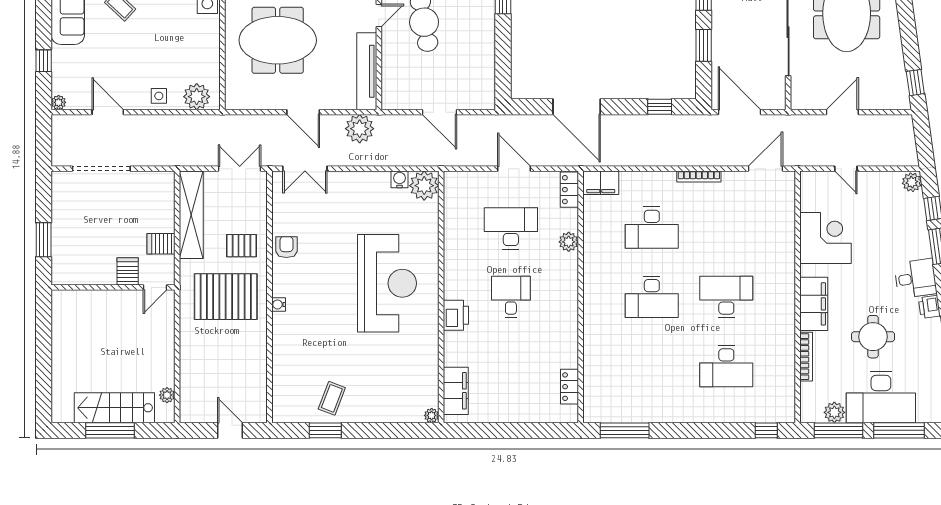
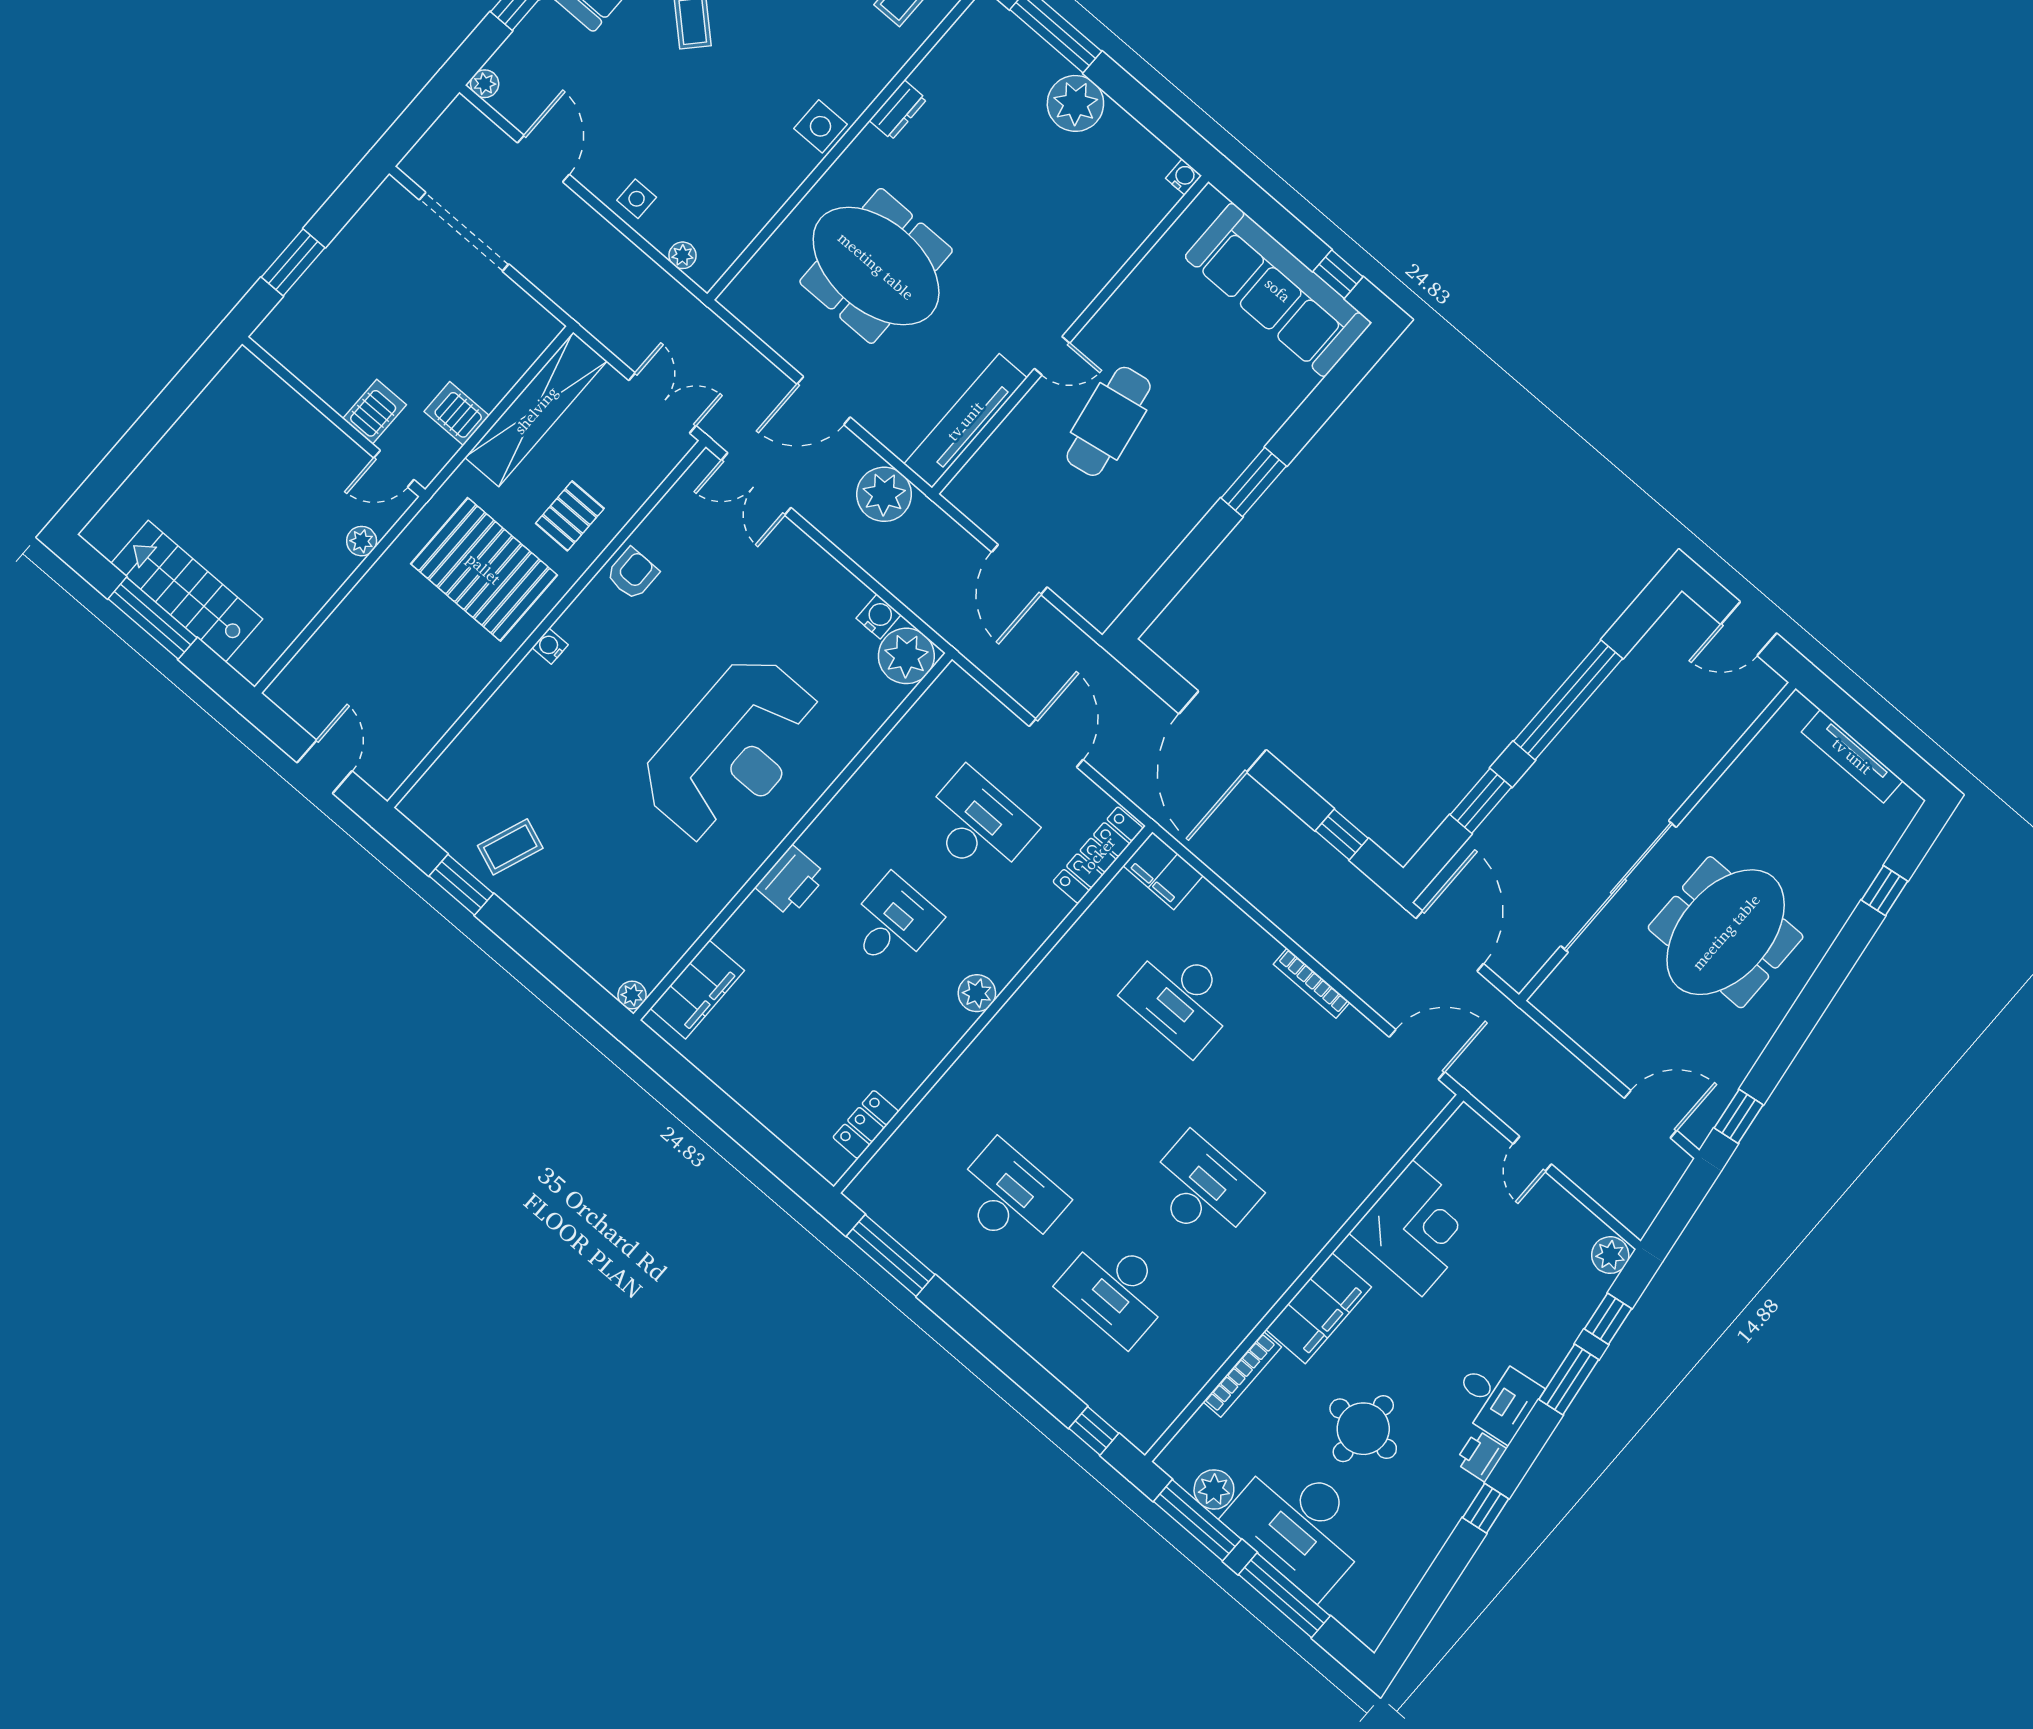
plant: (197, 97) -> (682, 255), width x0.53, depth x0.53
door: (303, 112) -> (824, 401), hinge flipped
door: (842, 112) -> (1651, 1114), moved
locker: (569, 190) -> (1098, 855), width x1.53
plant: (569, 242) -> (977, 993), moved
pallet: (241, 246) -> (570, 516), turned 90
desk: (652, 297) -> (1009, 1197), moved, turned 180
plant: (167, 395) -> (362, 541), moved

